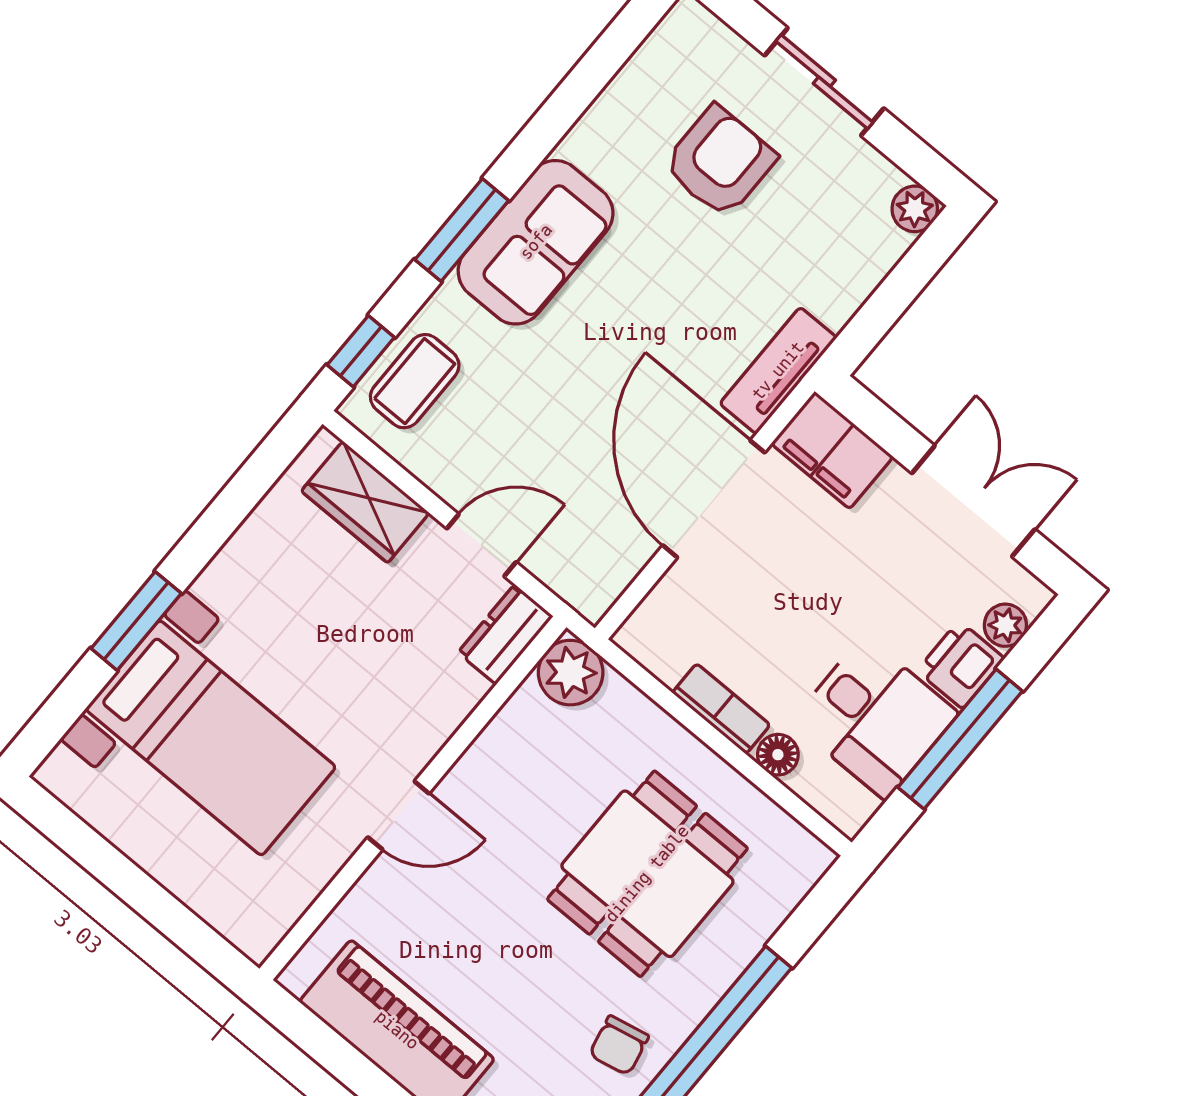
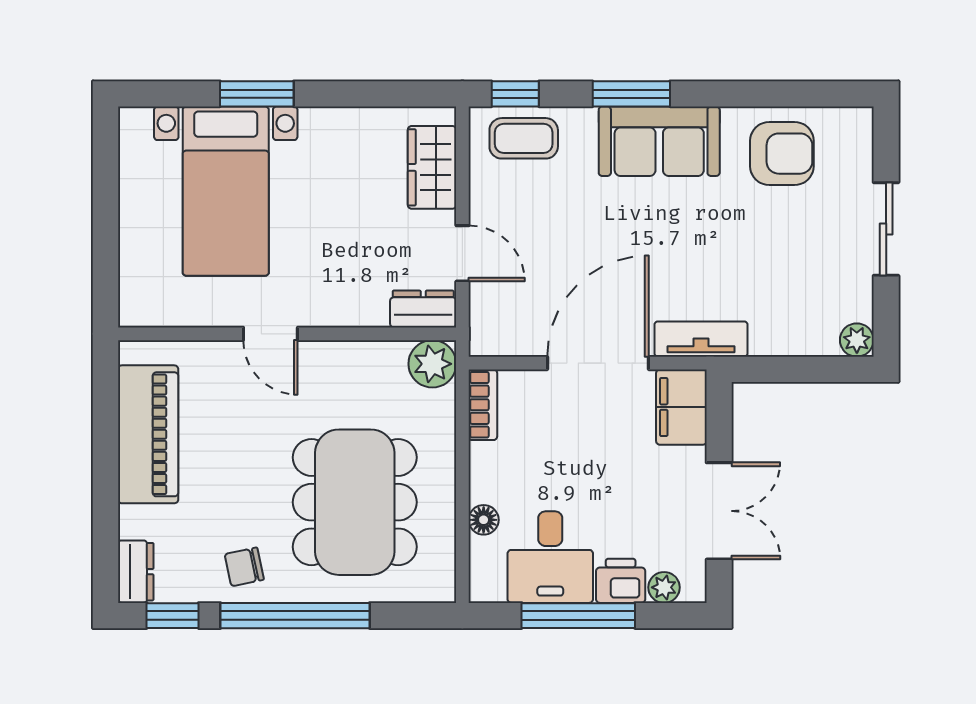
armchair: (720, 162) -> (782, 154), moved
bookcase: (721, 709) -> (483, 405), moved
dining table: (647, 874) -> (355, 502), width x1.38

